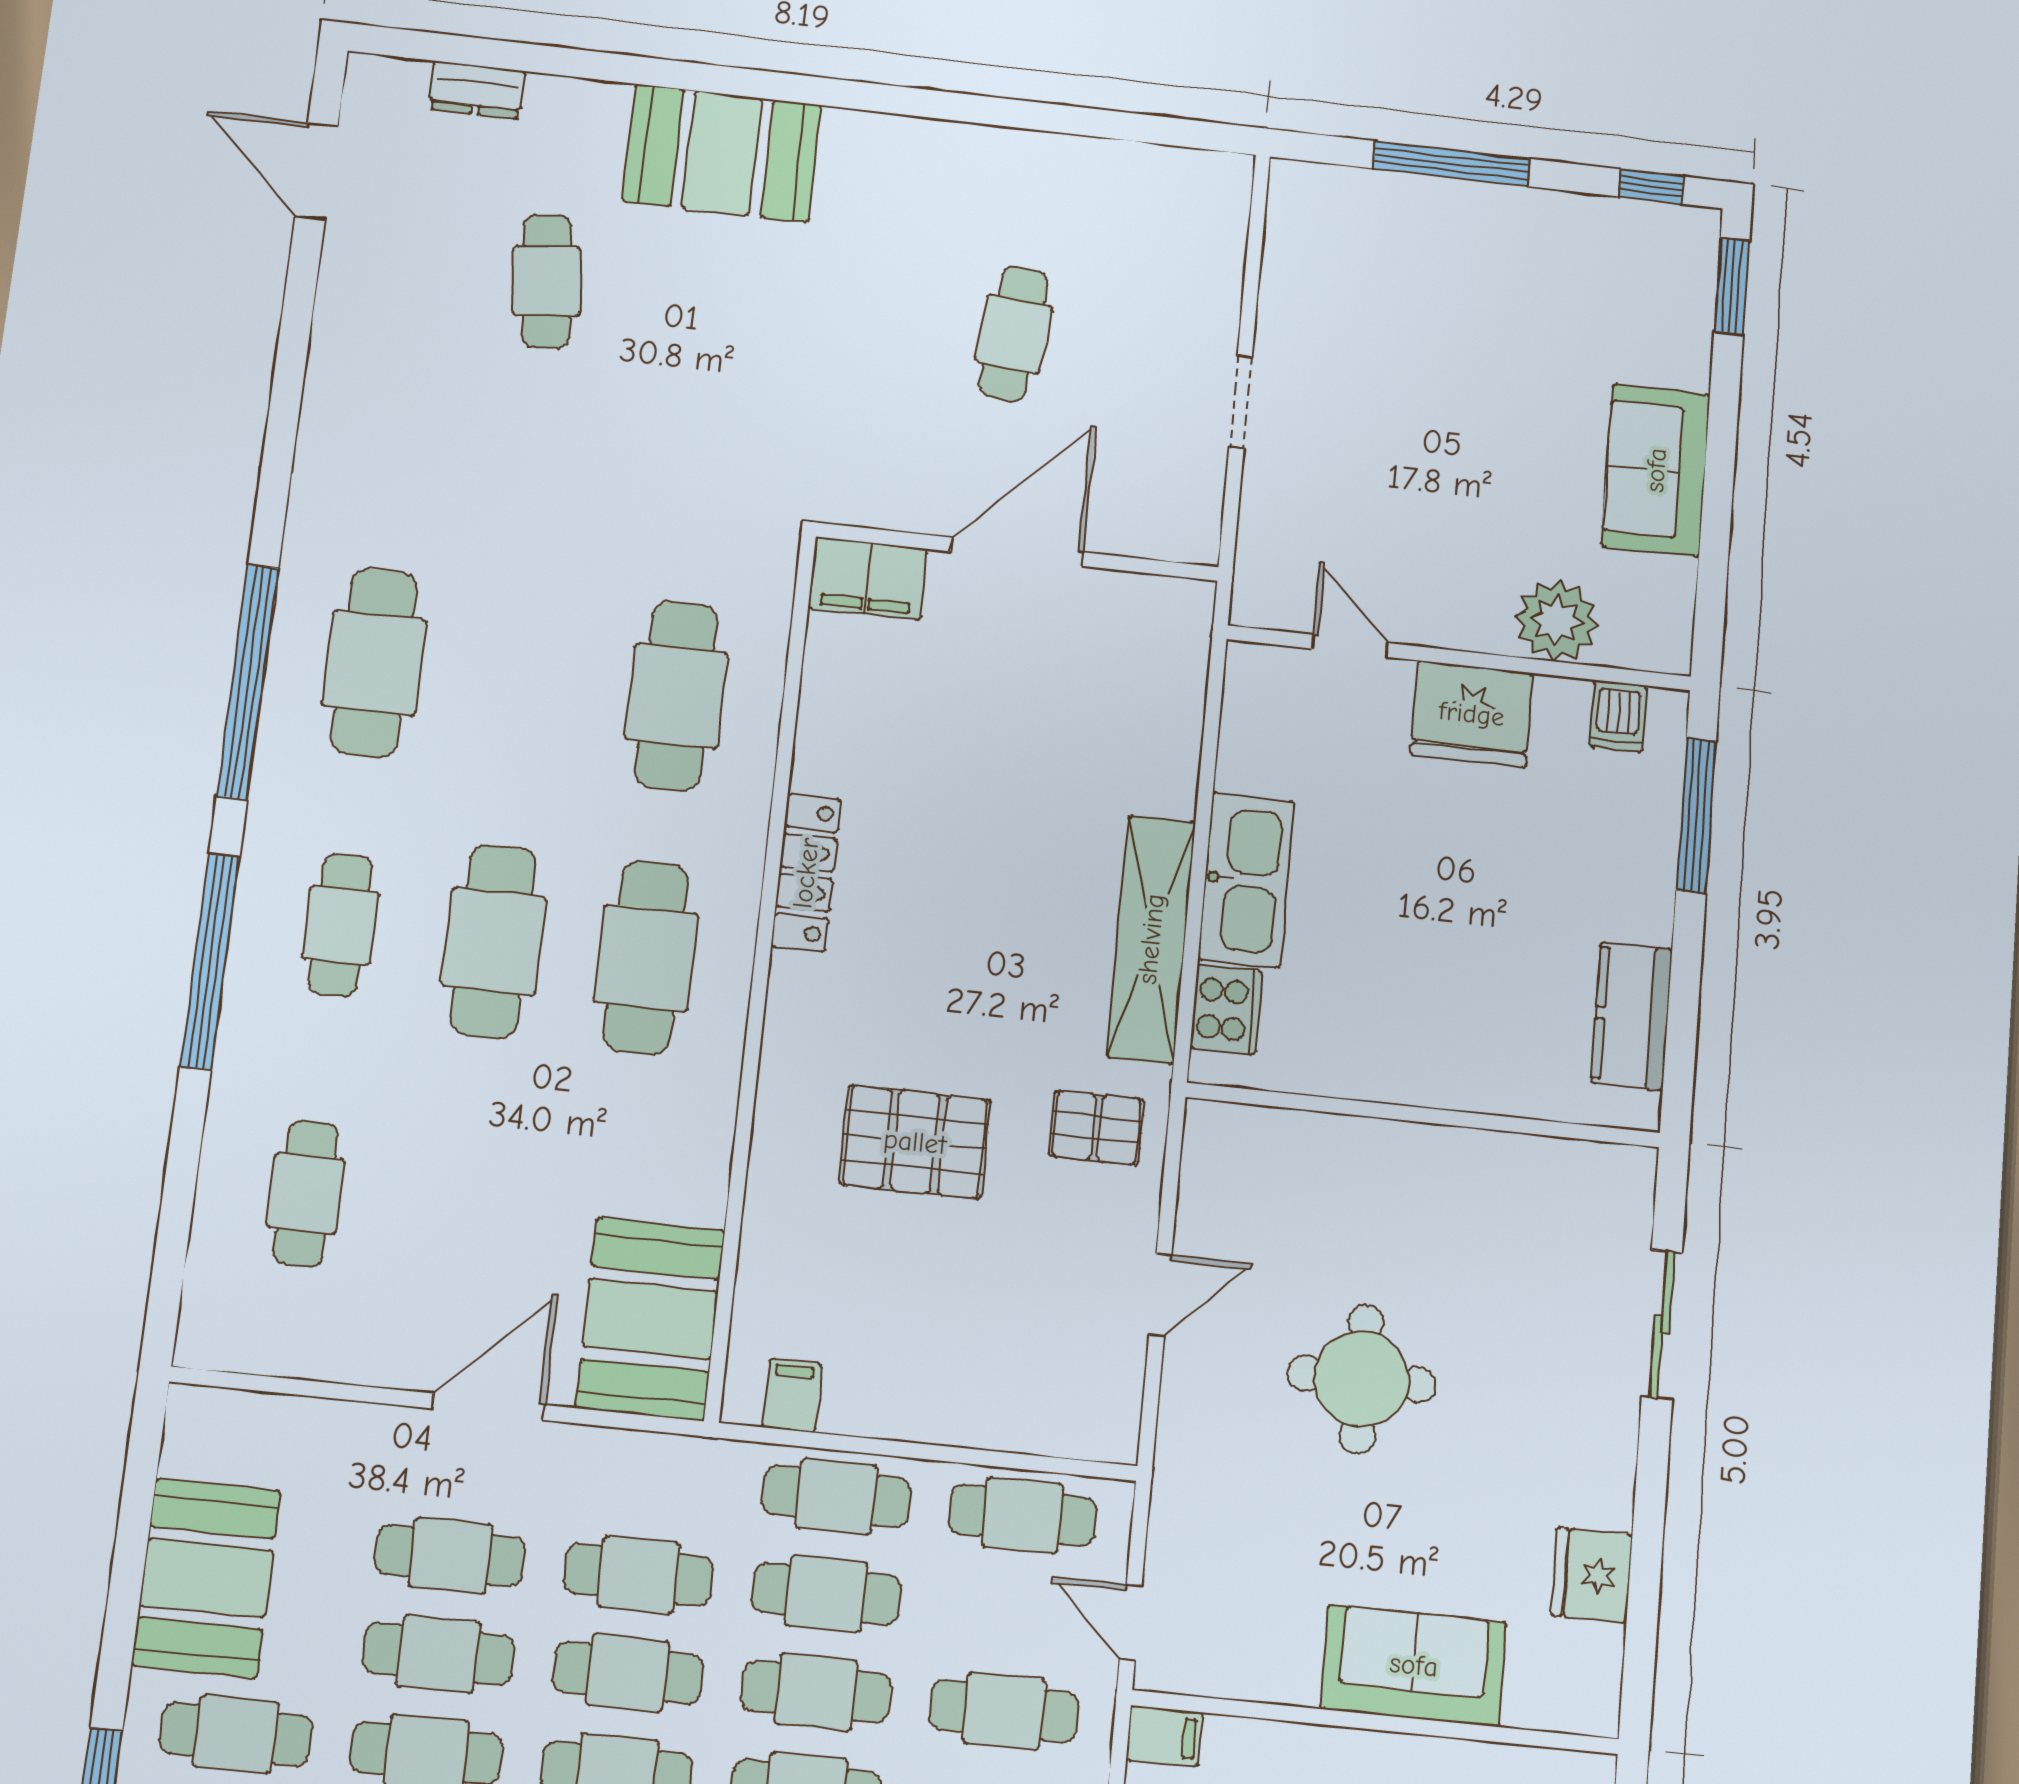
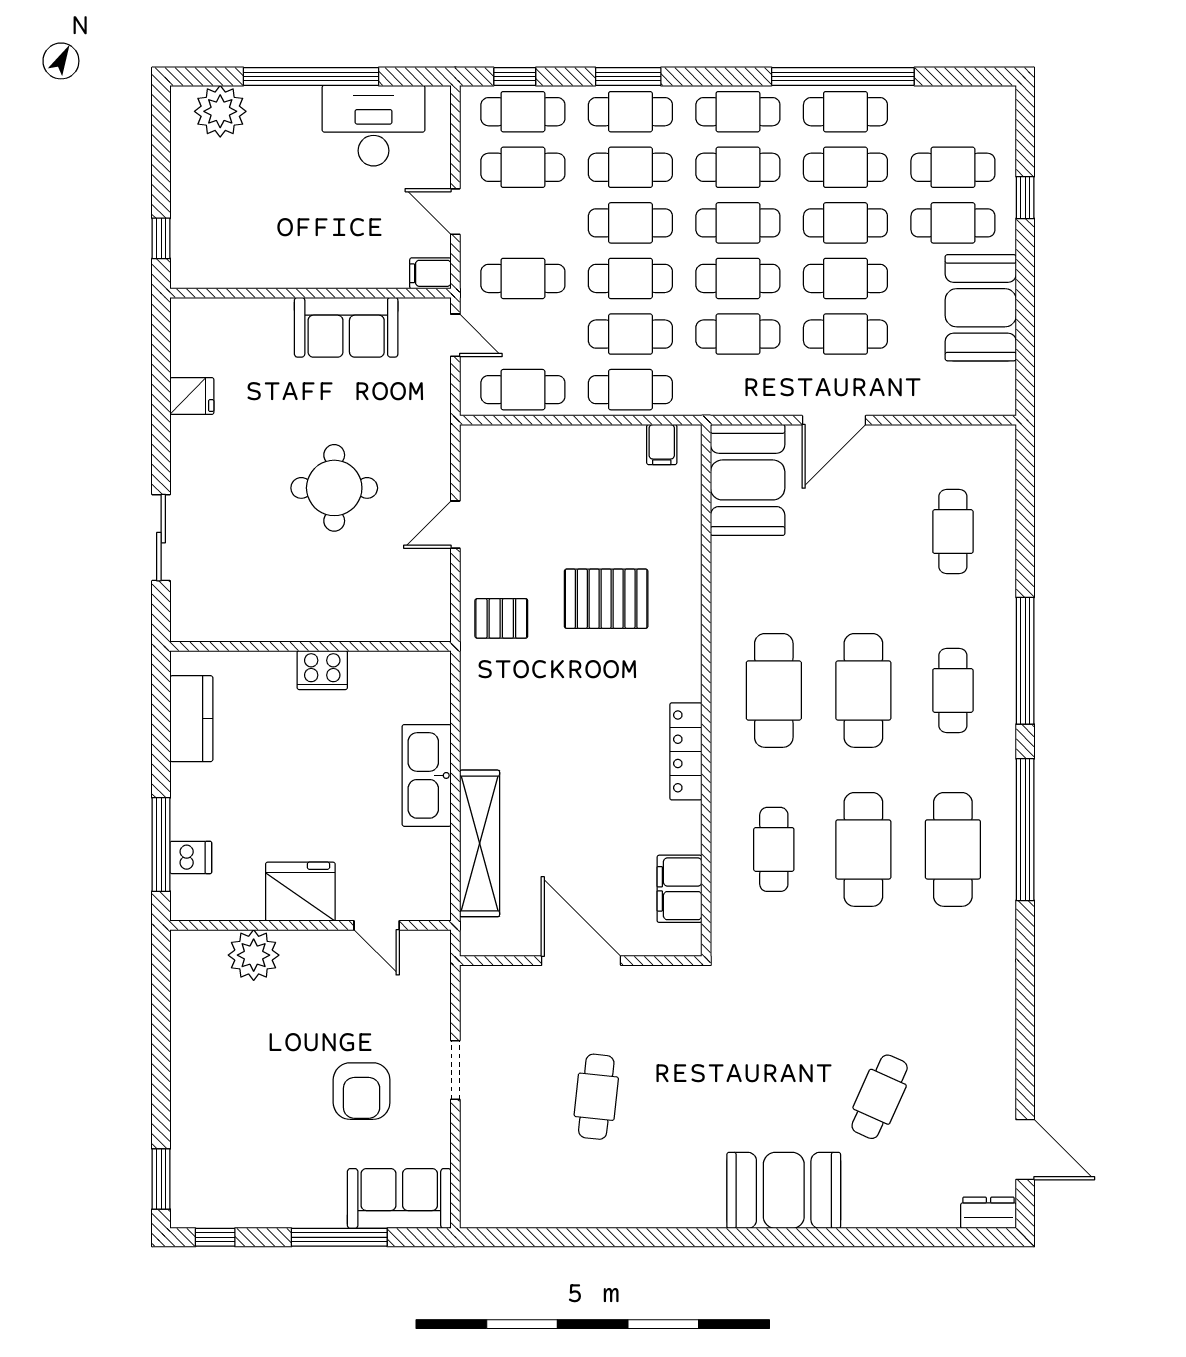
dresser: (477, 90) -> (988, 1213), moved
cafe table: (547, 281) -> (880, 1097), turned 30
armchair: (1397, 386) -> (362, 1091), added
sofa: (1656, 470) -> (399, 1199), moved, turned -90
door: (1017, 552) -> (581, 961), swing flipped
filing cabinet: (868, 578) -> (680, 889), moved, turned -90
cafe table: (525, 679) -> (863, 849), added
cafe table: (676, 696) -> (774, 849), width x0.73, depth x0.74
dishwasher: (1618, 716) -> (191, 857), moved, turned 90
shelving: (1151, 939) -> (480, 843), moved
cooker: (1226, 1010) -> (322, 670), moved, turned -90
fridge: (1592, 1575) -> (192, 396), width x0.72
sofa: (1414, 1665) -> (346, 327), moved

